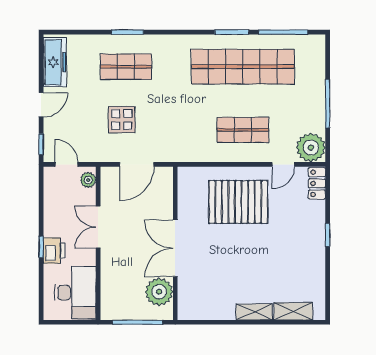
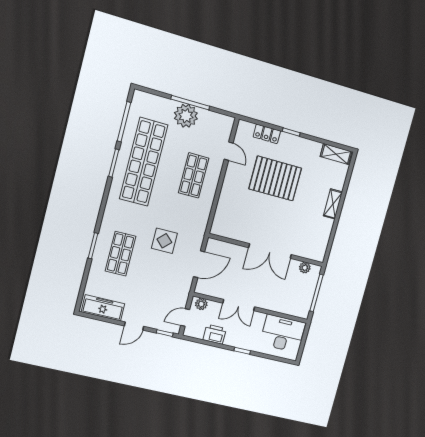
door: (41, 105) -> (134, 326), swing flipped
display table: (122, 120) -> (164, 241), moved
plant: (311, 148) -> (186, 116), moved
door: (137, 164) -> (199, 264), hinge flipped
locker: (317, 183) -> (267, 134), moved
pallet: (238, 202) -> (275, 178), moved, turned 90
printer: (54, 251) -> (215, 334), moved
plant: (159, 292) -> (305, 268), width x0.53, depth x0.53
shelving: (293, 311) -> (336, 154), moved, turned 90

